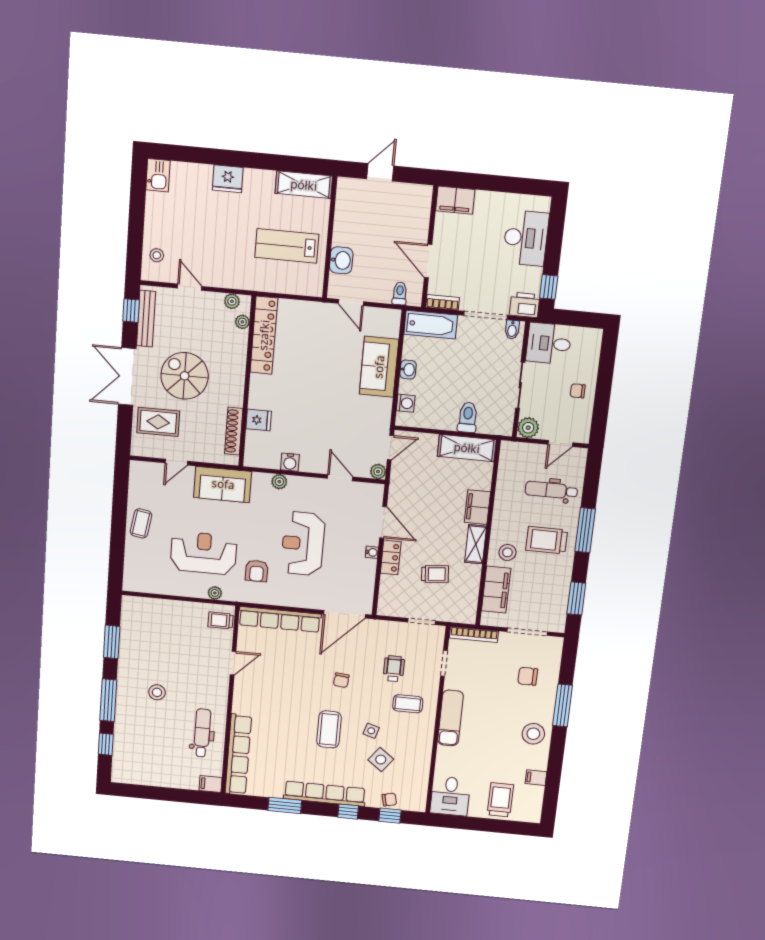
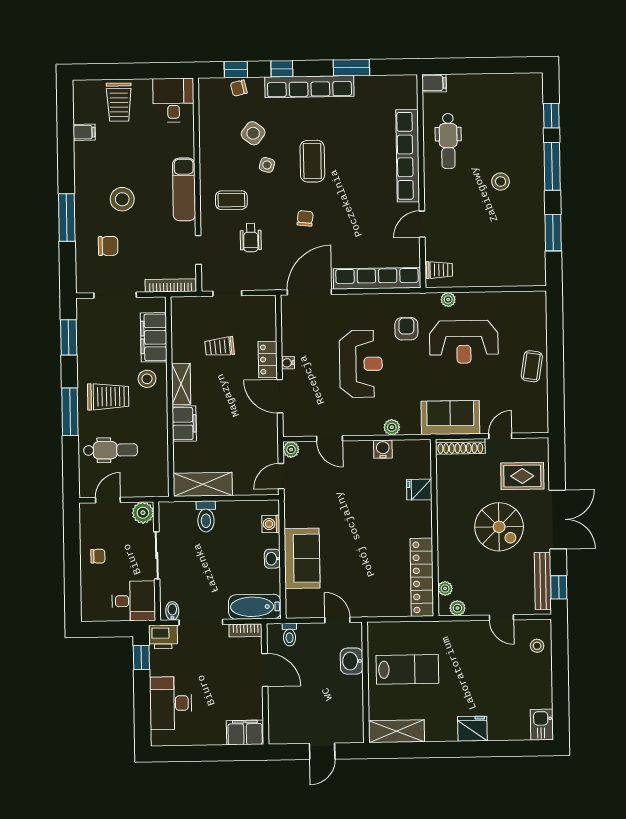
shoe rack: (234, 431) -> (460, 446), moved, turned 90
stool: (533, 734) -> (122, 199), moved
row of seats: (238, 755) -> (408, 156), moved

